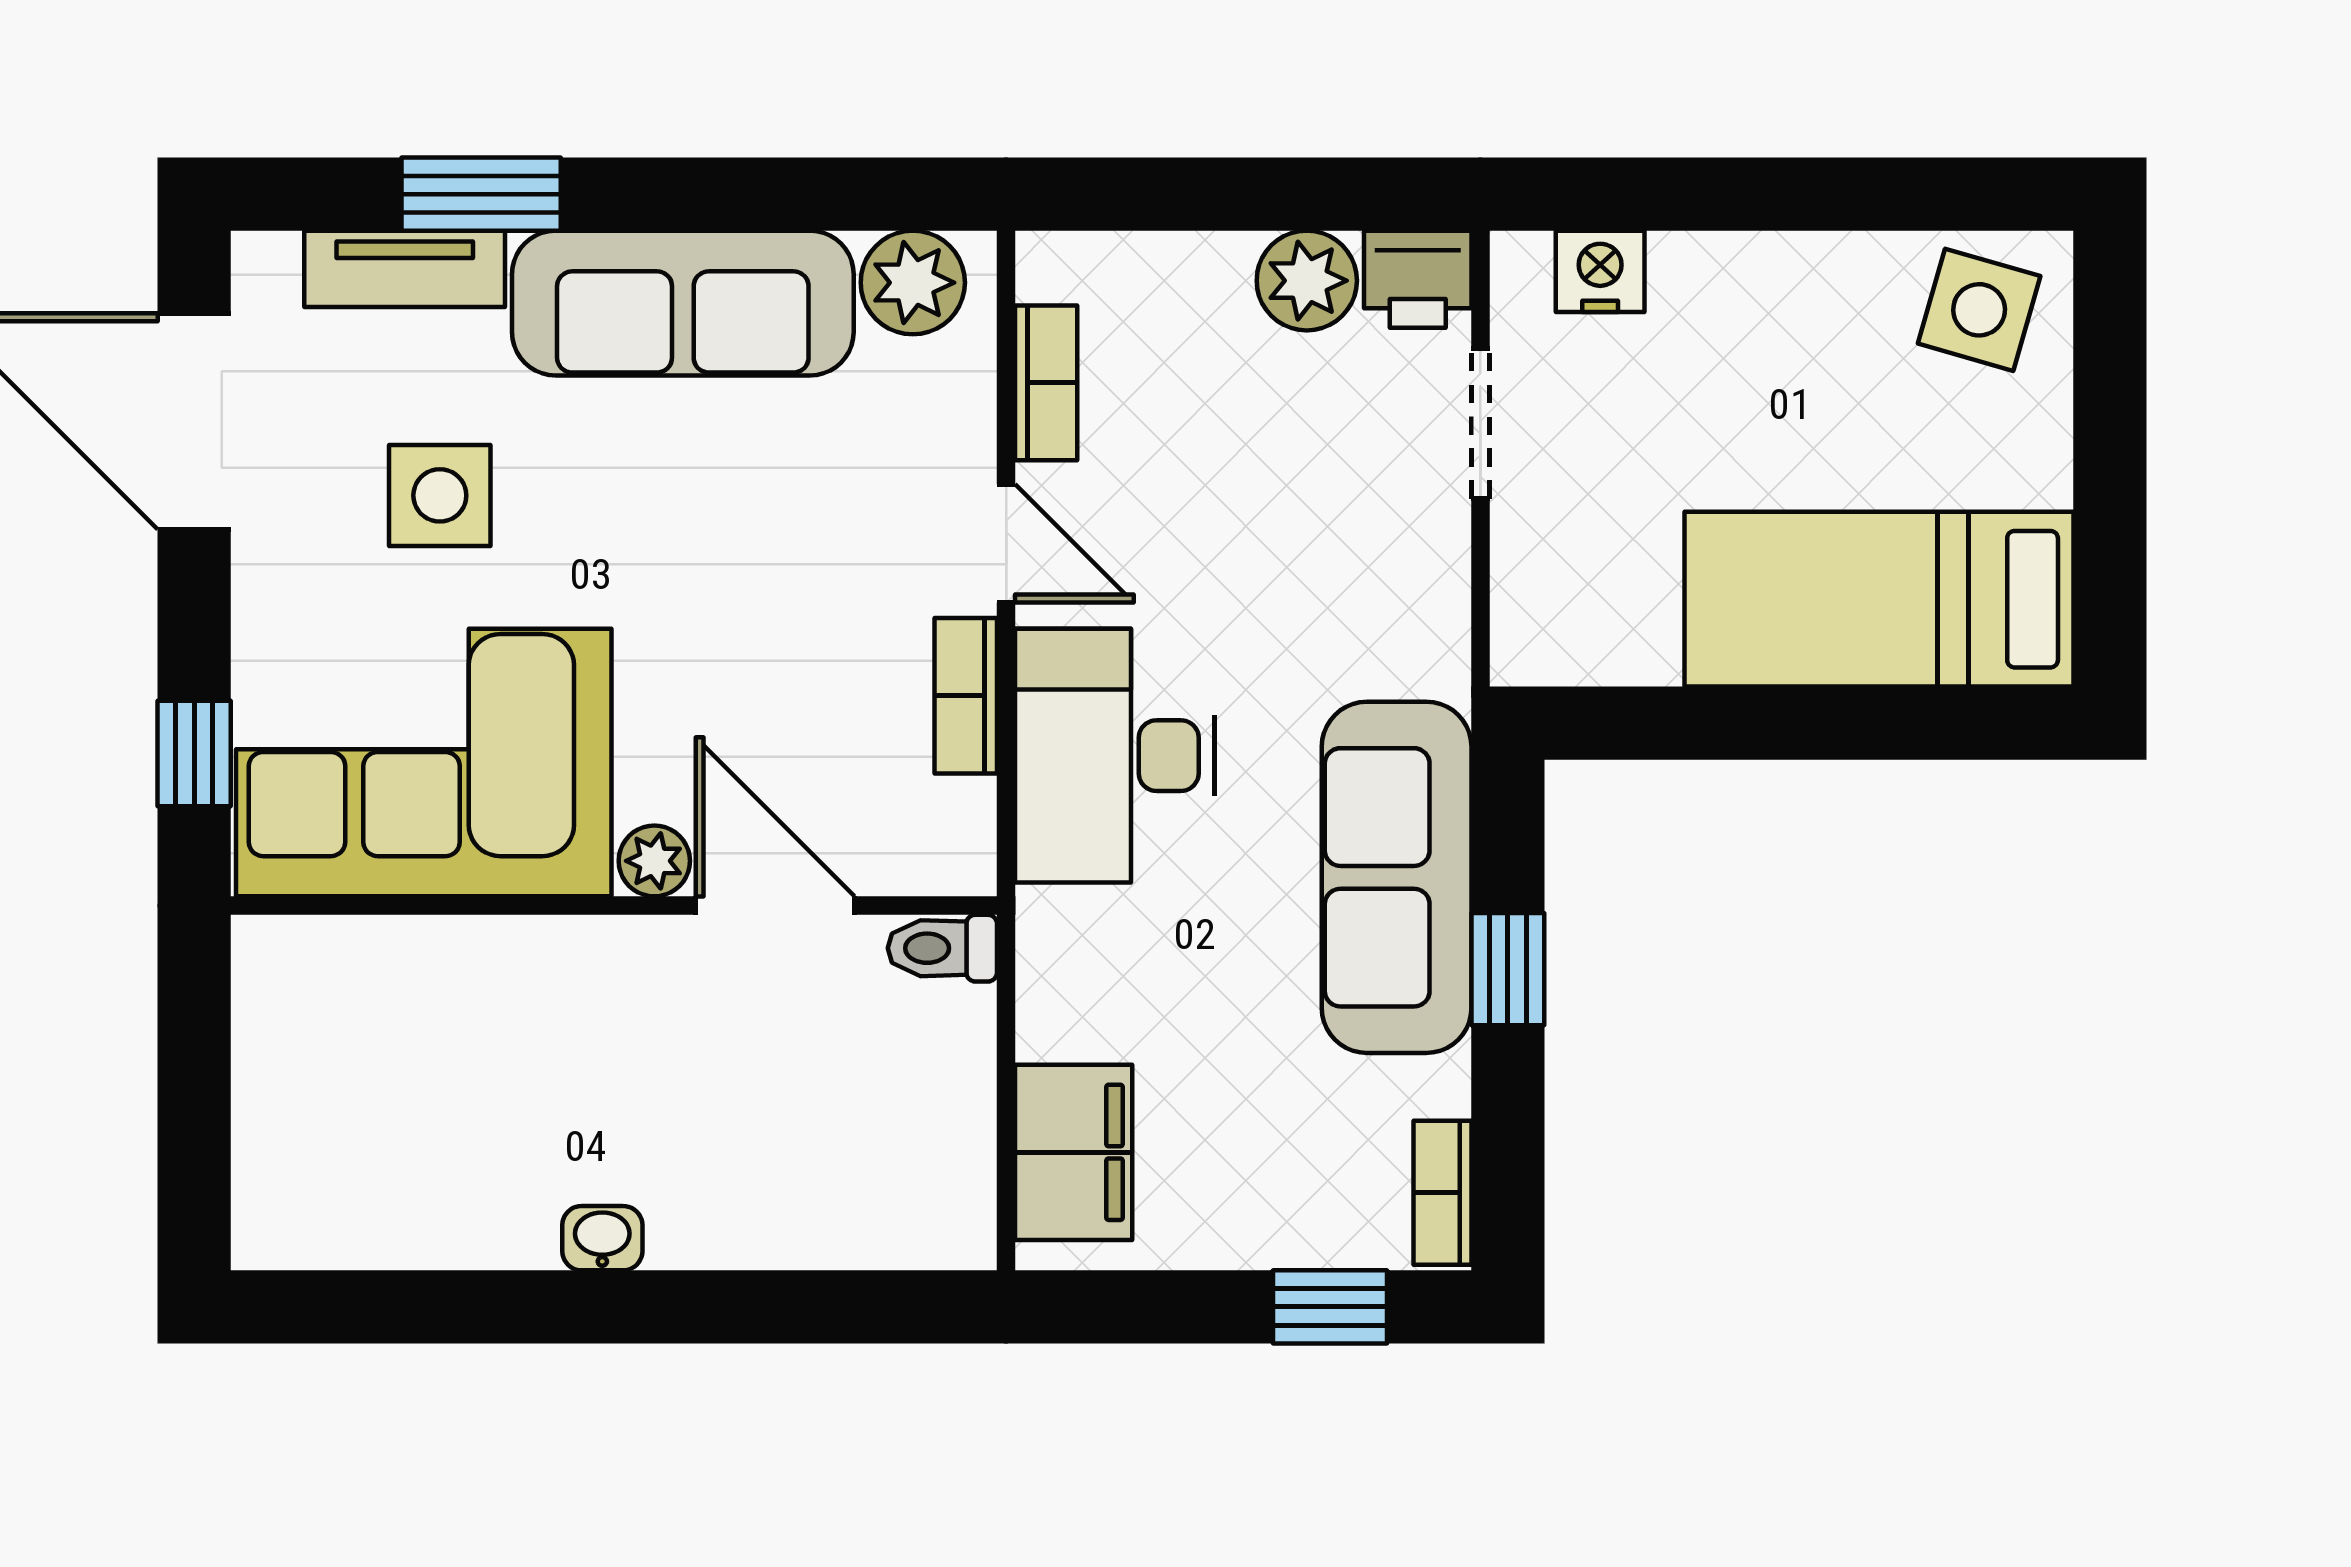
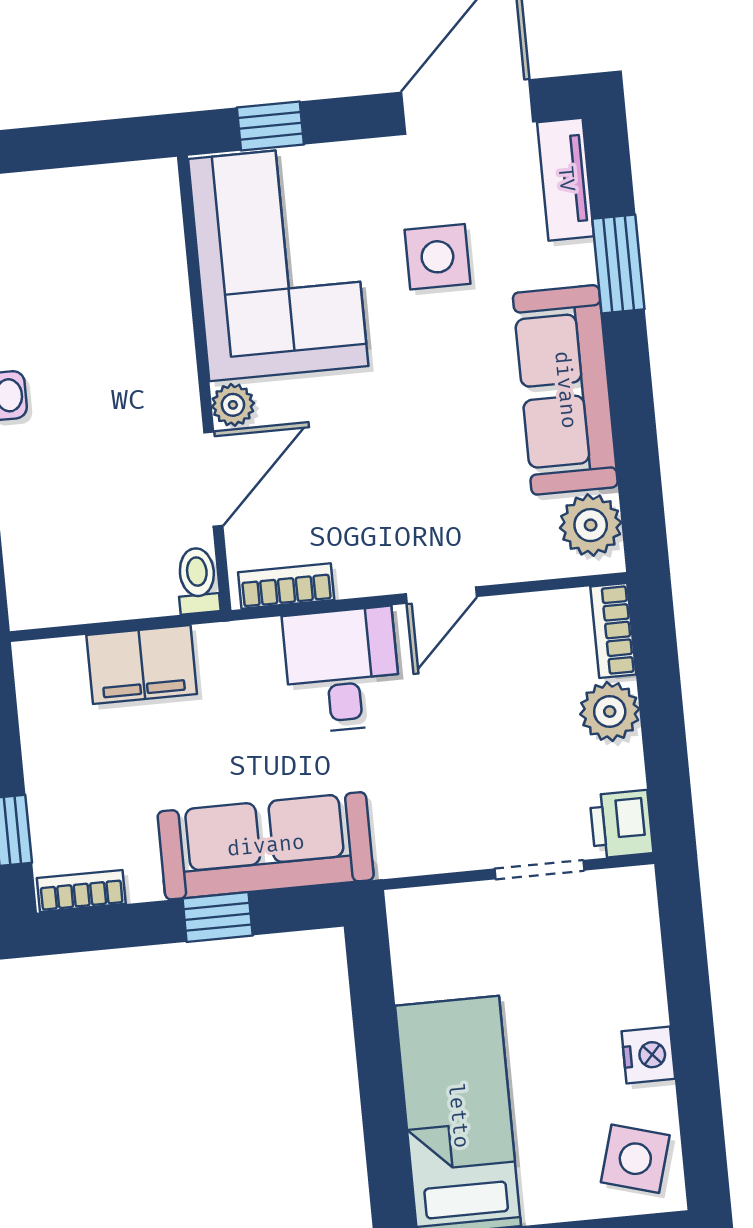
tv unit: (405, 269) -> (566, 179), moved
nightstand: (1600, 271) -> (648, 1055), moved
plant: (1307, 281) -> (610, 711), moved
bookcase: (1046, 383) -> (613, 630), moved, turned 90
bookcase: (966, 696) -> (286, 586), moved
desk: (1115, 756) -> (342, 670), width x0.73
filing cabinet: (1074, 1152) -> (142, 664), moved

